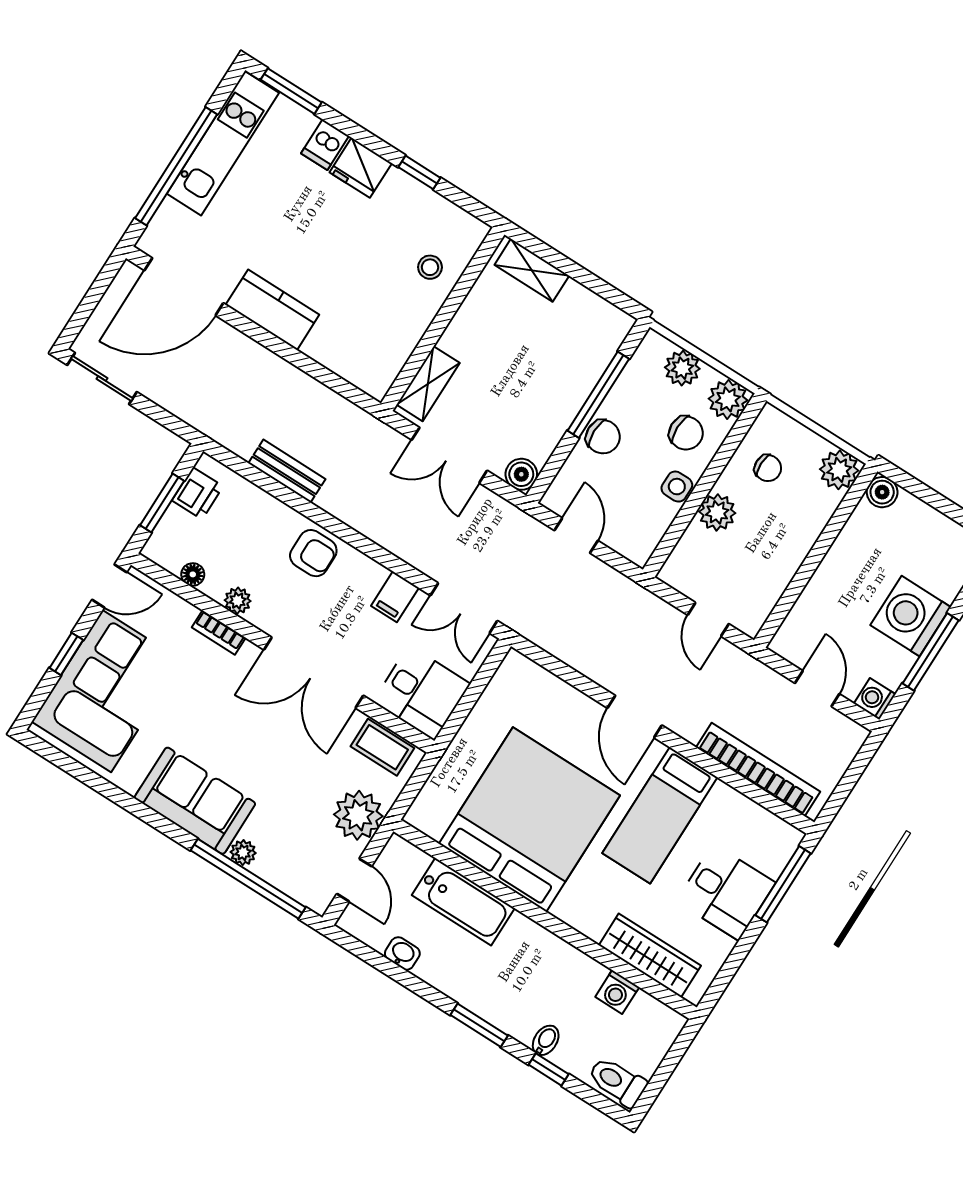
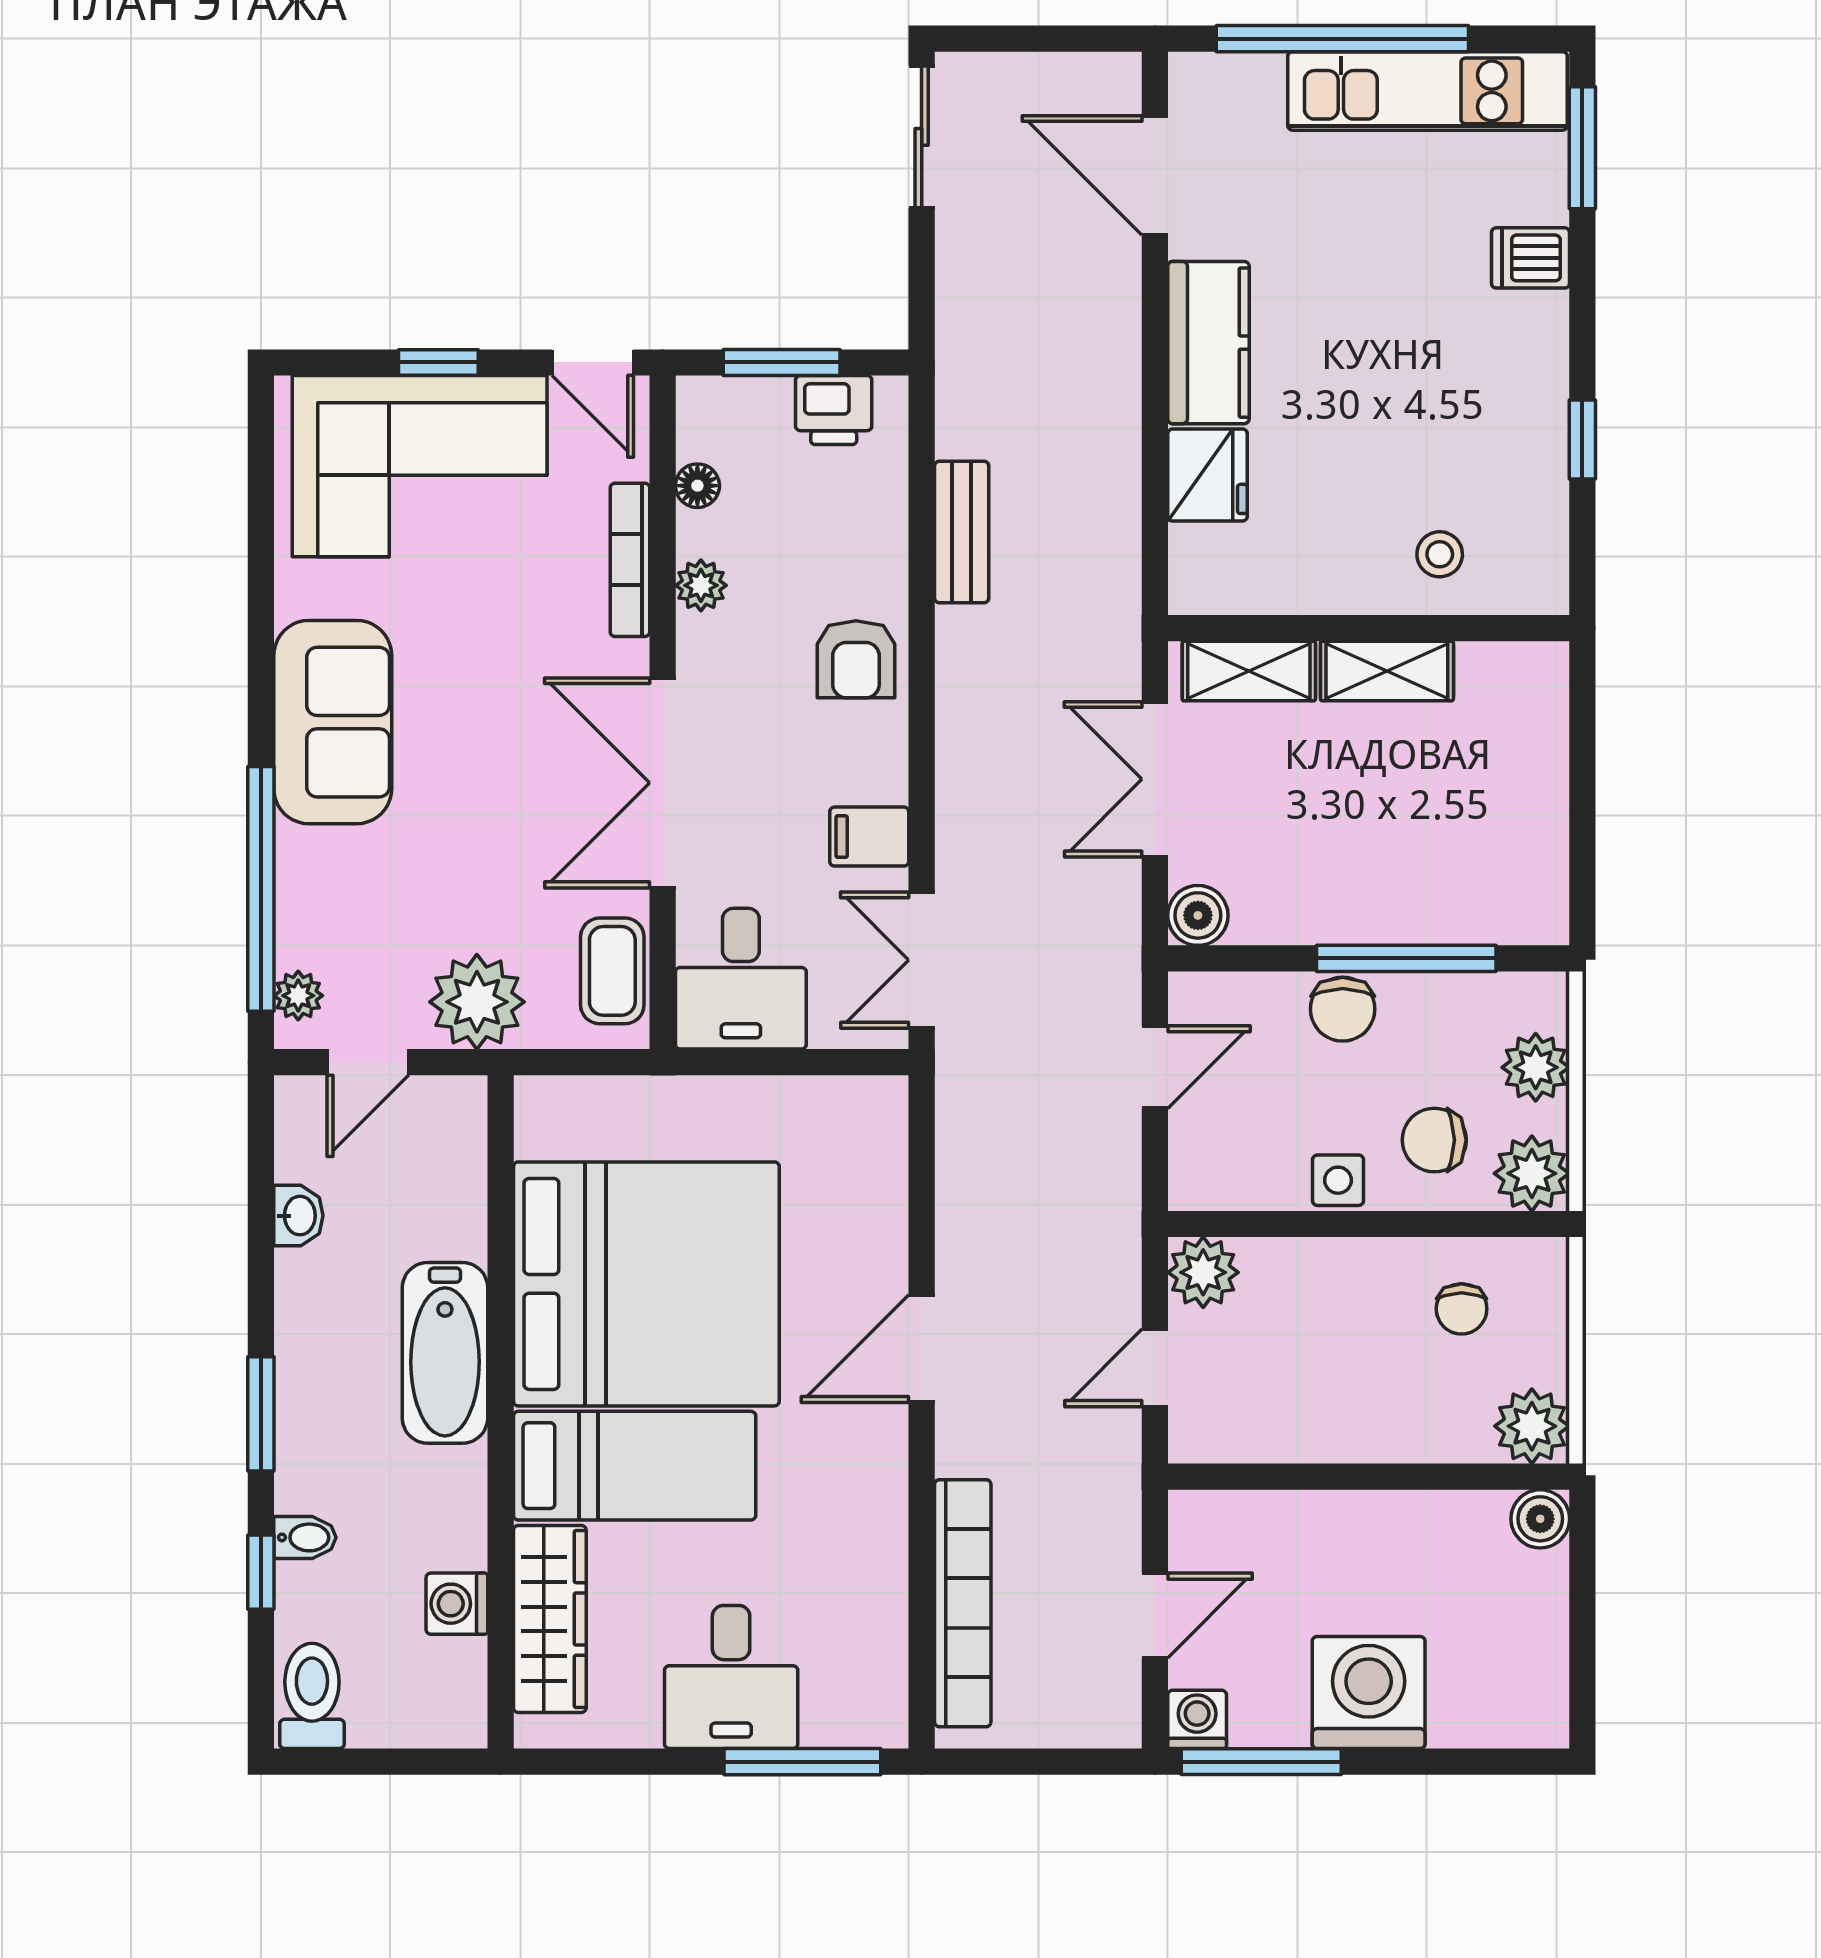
fridge: (361, 168) -> (1208, 475), moved, turned 180
shelving: (532, 270) -> (1387, 671), moved, turned 90
door: (184, 287) -> (1155, 175), width x0.73
chair: (686, 433) -> (1434, 1140), turned 90
plant: (717, 512) -> (1203, 1272), moved
bookcase: (219, 632) -> (630, 560), width x1.56
window: (931, 652) -> (1261, 1762), moved
bed: (660, 815) -> (635, 1466), moved, turned 180
plant: (243, 853) -> (298, 996), moved
bathtub: (463, 902) -> (445, 1353), moved

